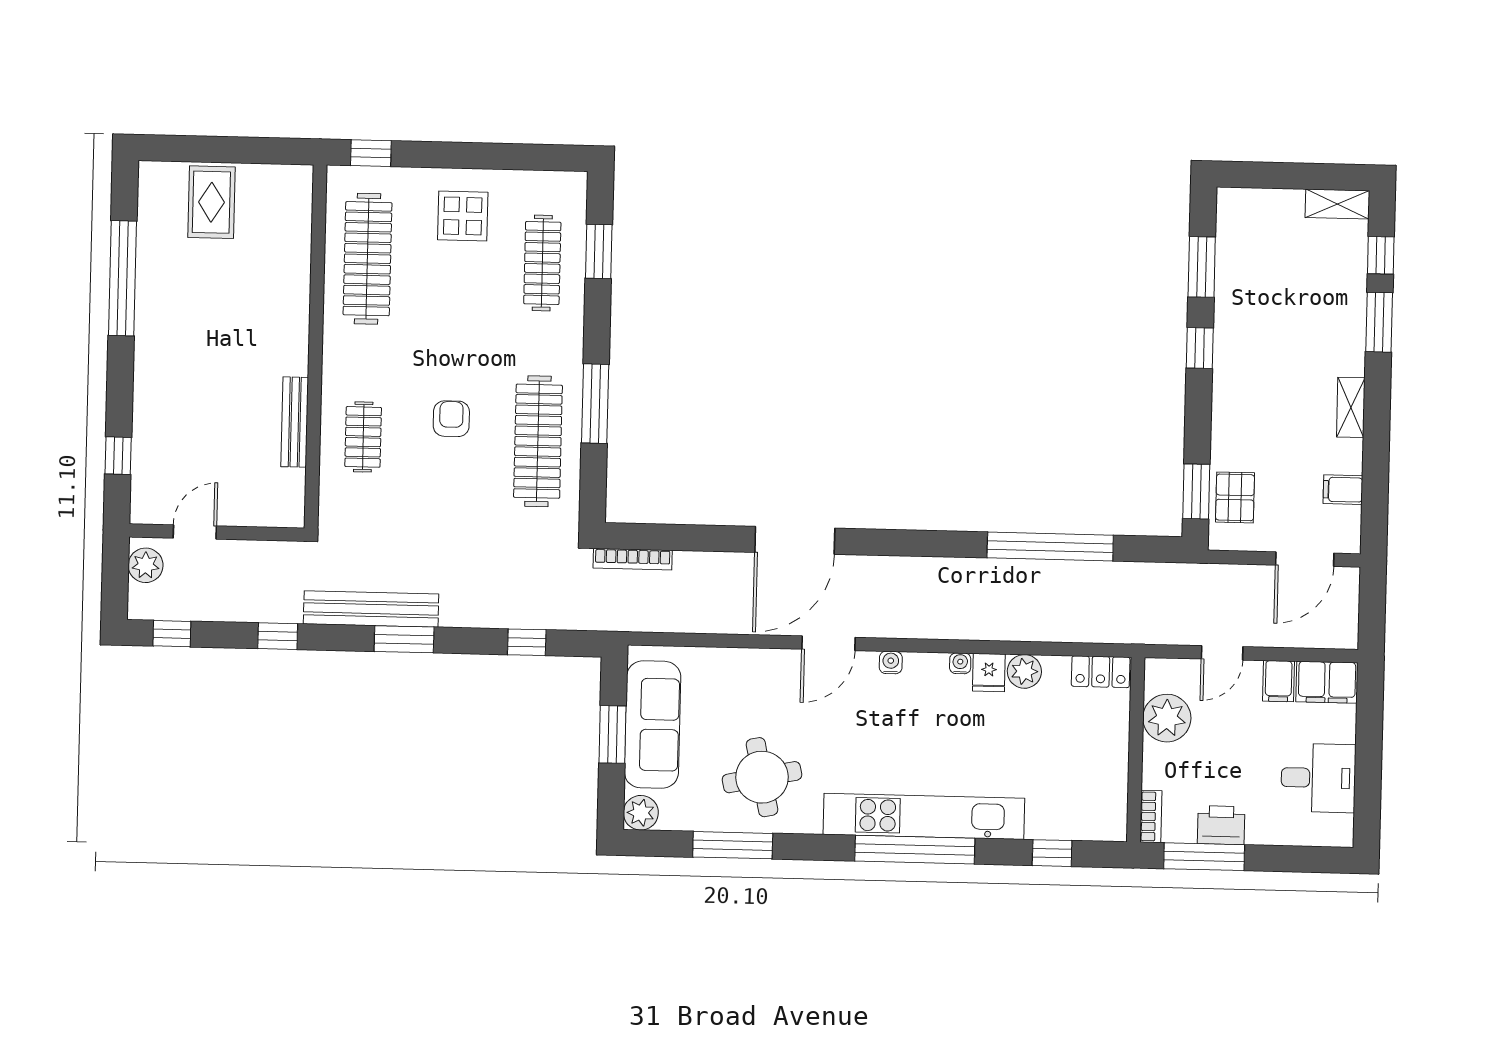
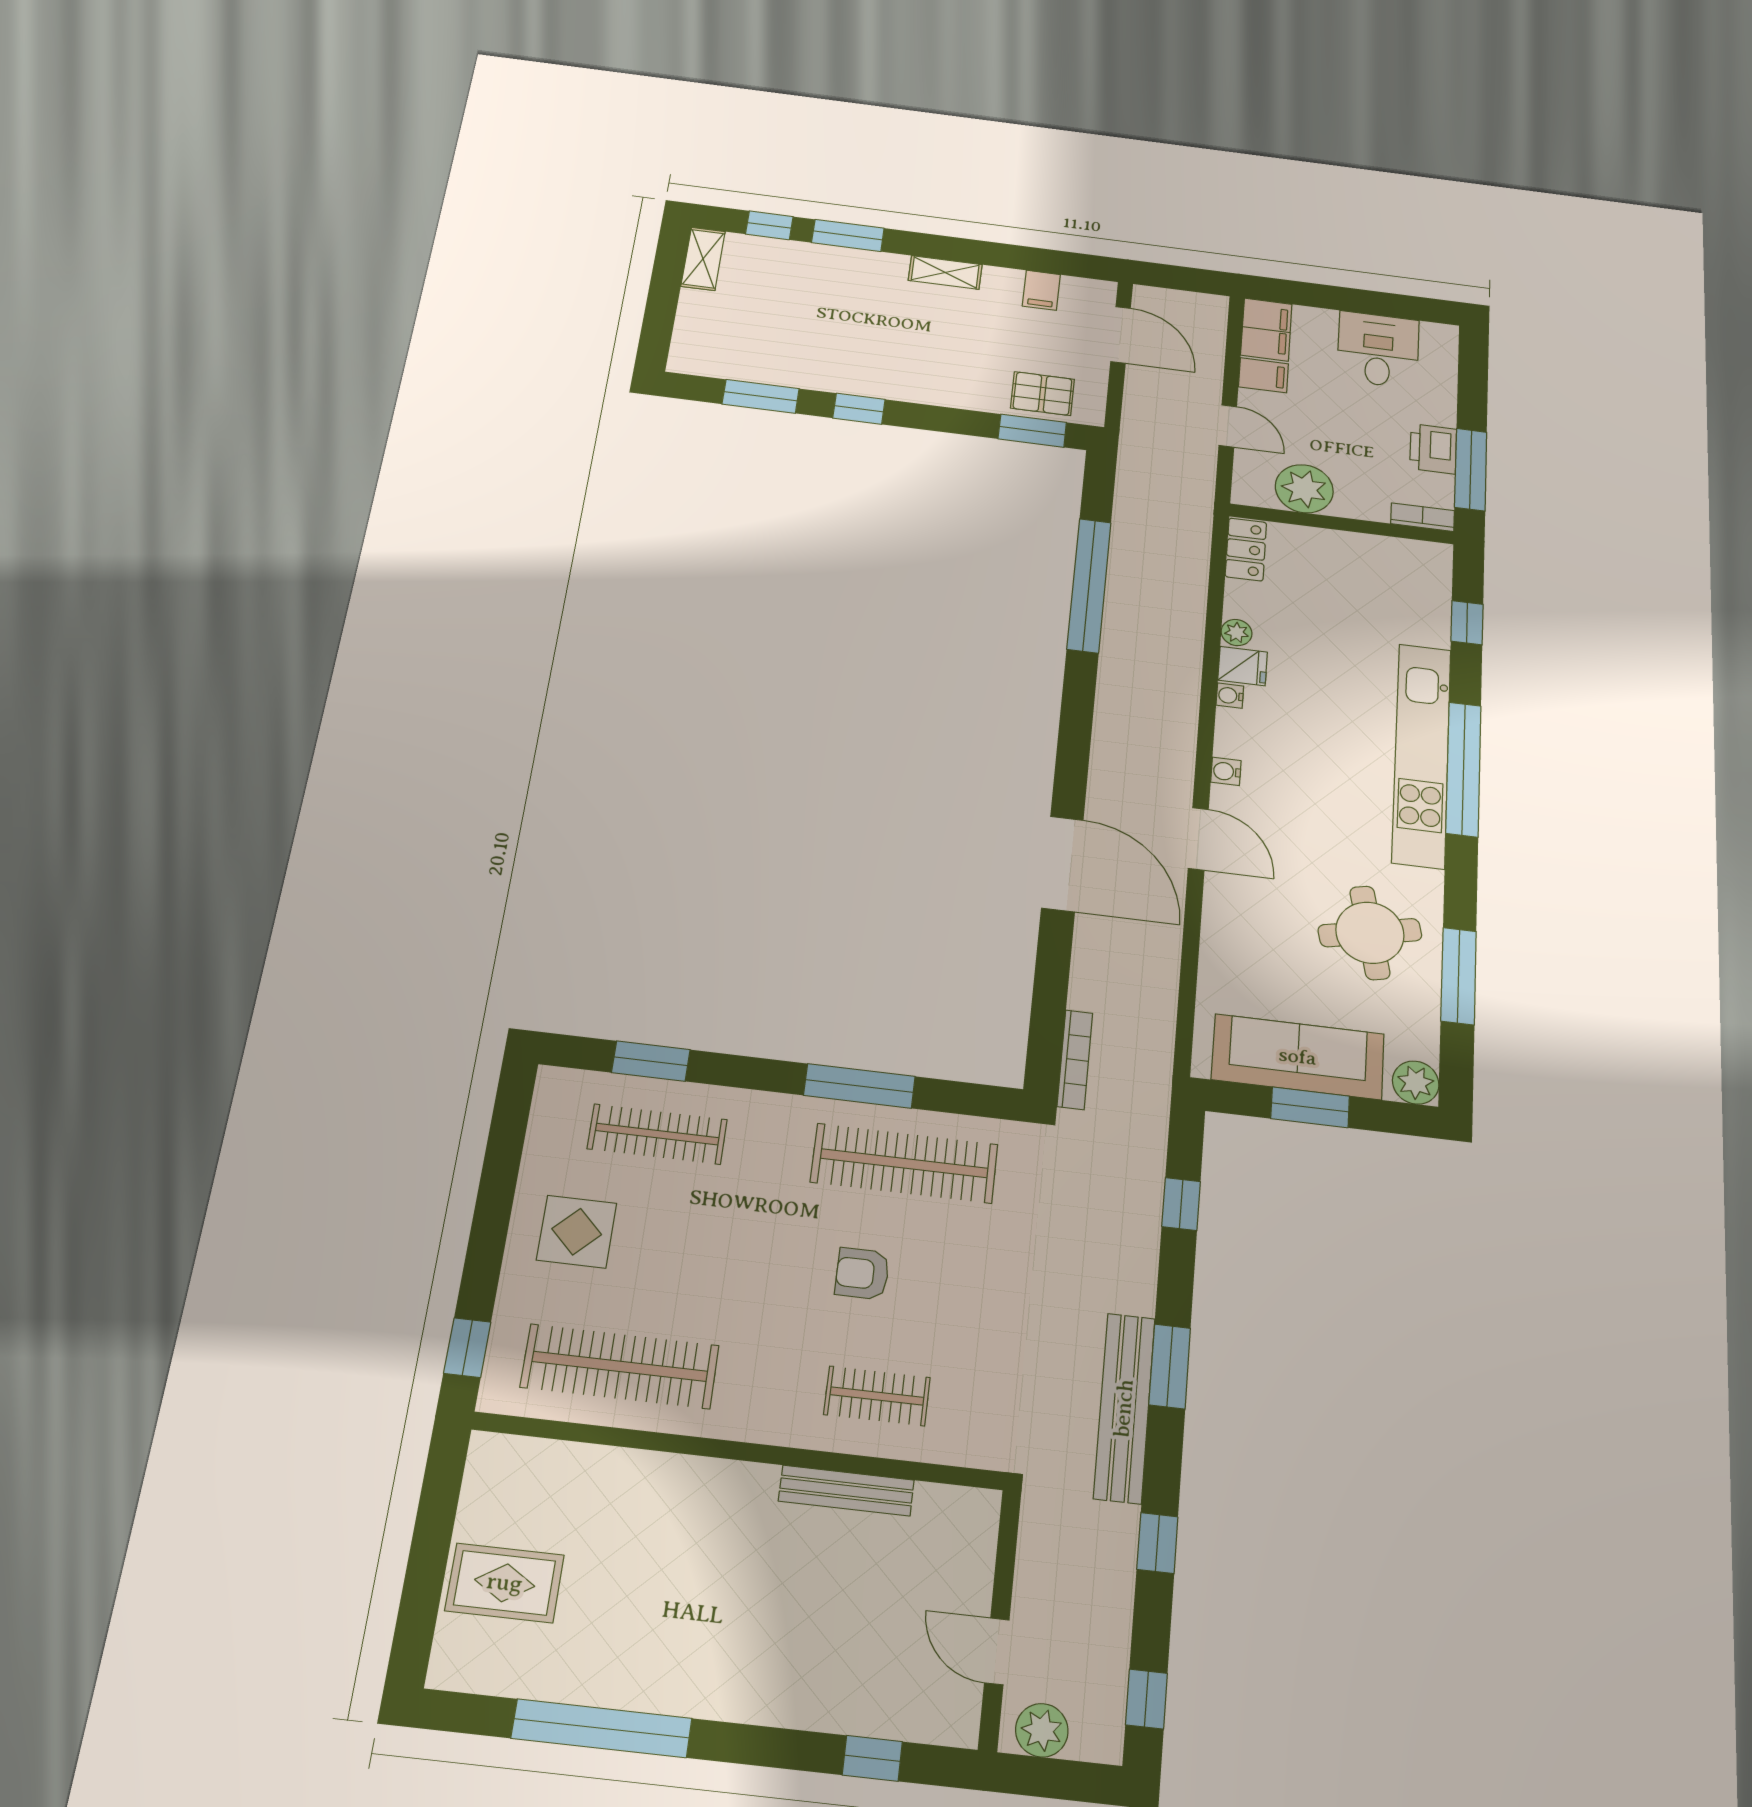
plant: (1024, 671) -> (1237, 633), width x0.73, depth x0.73

